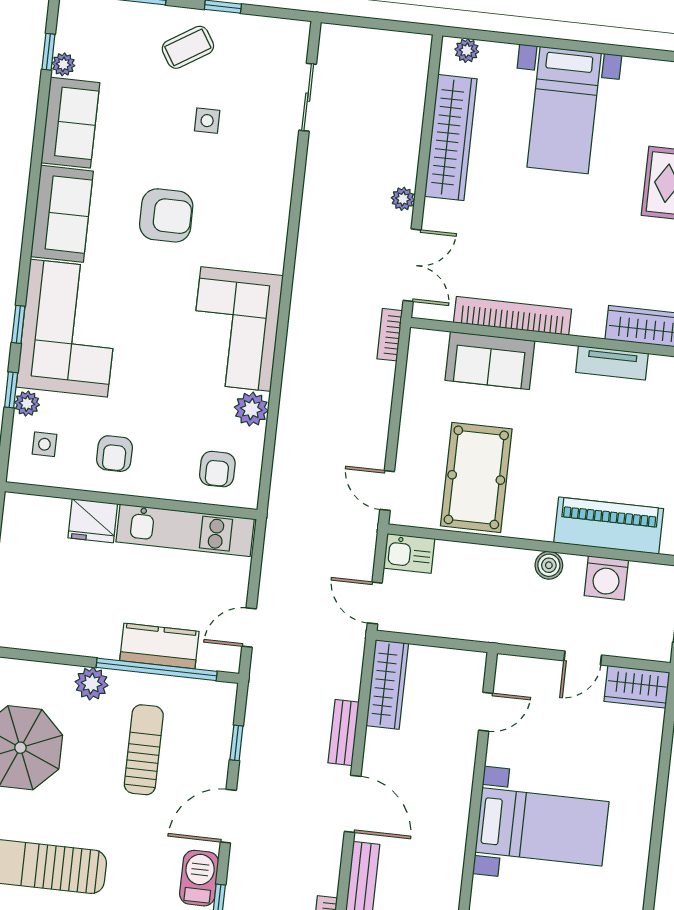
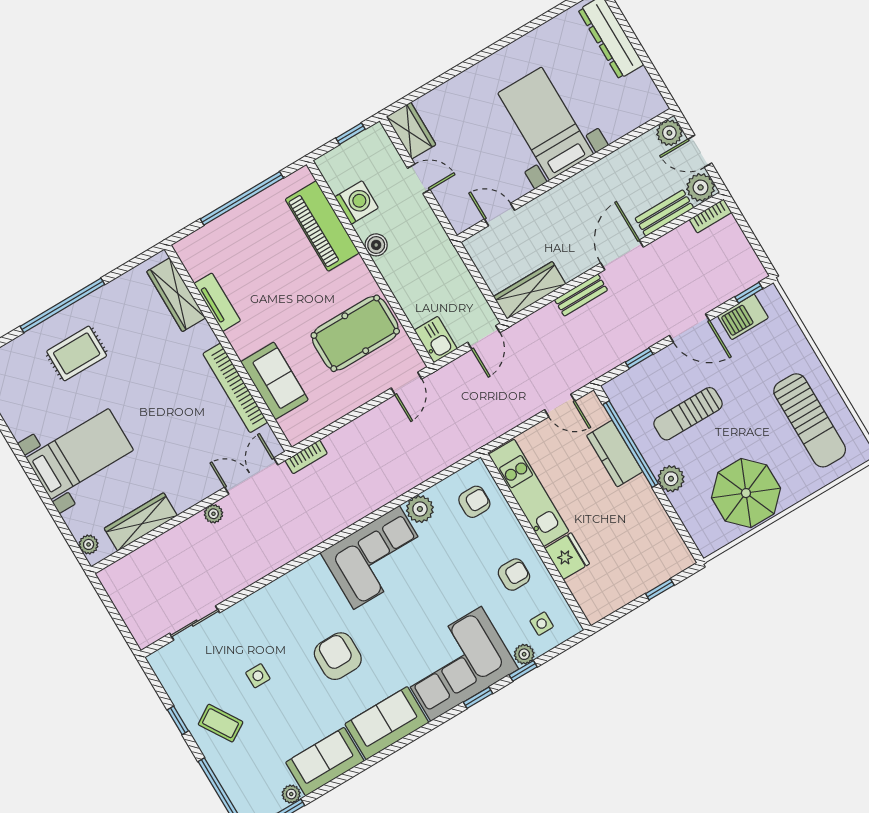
wardrobe: (451, 138) -> (141, 522), width x0.71, depth x0.85

